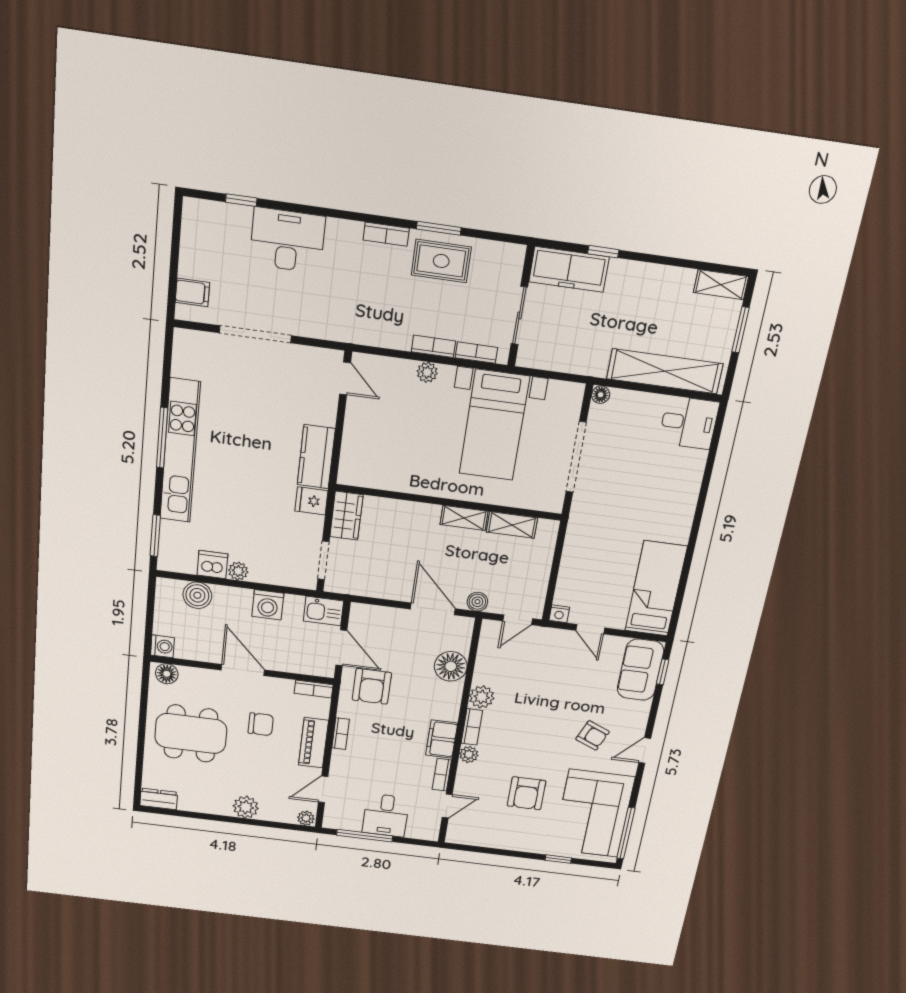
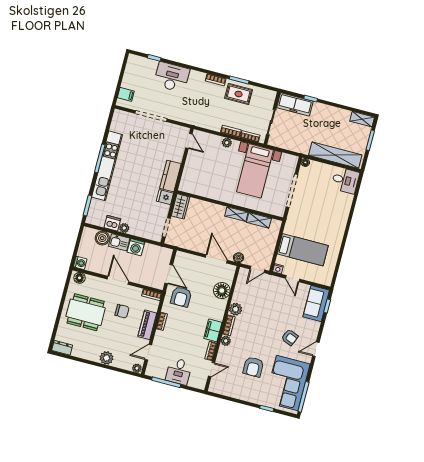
bed: (656, 589) -> (303, 250), moved, turned 90
kitchen sink: (323, 611) -> (119, 242), moved

